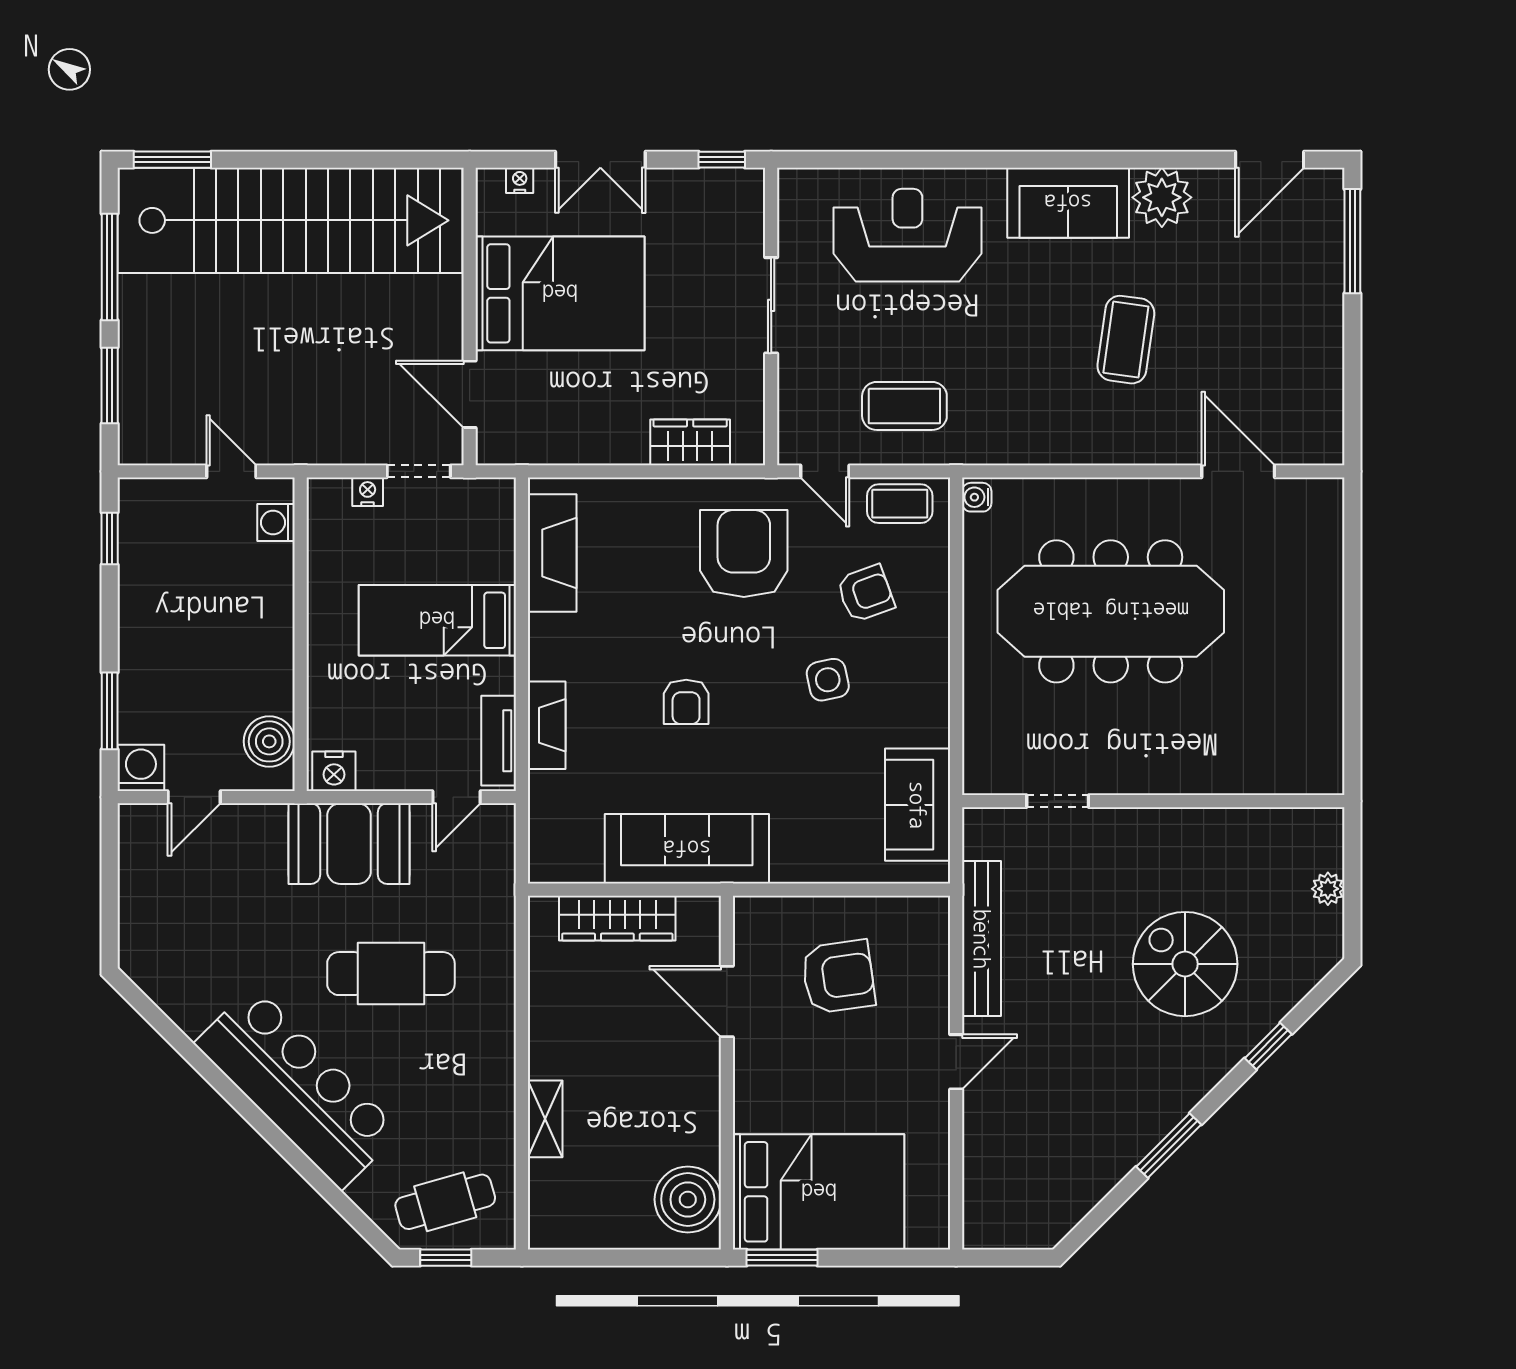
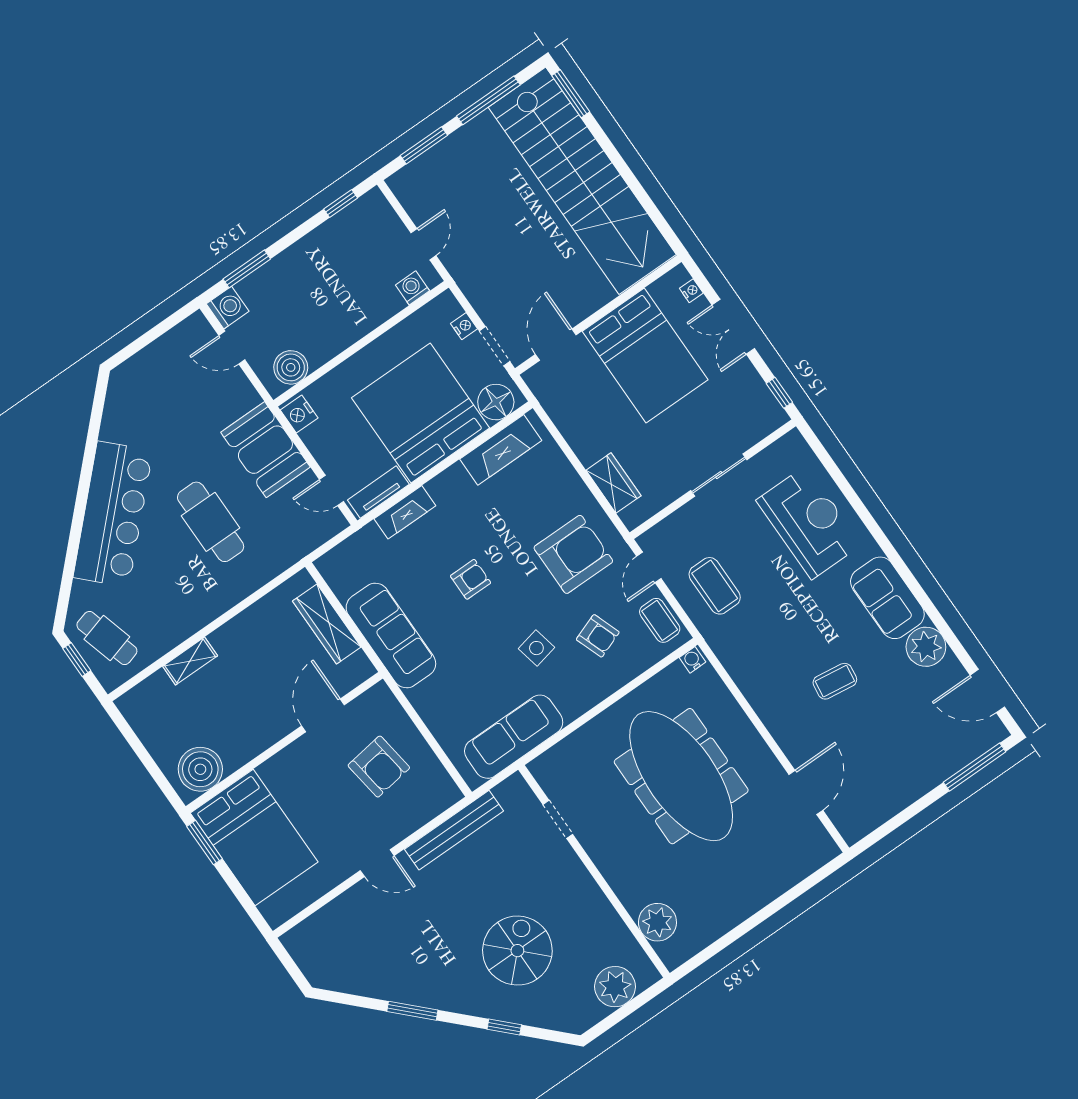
coffee table: (1126, 340) -> (835, 681), width x0.73, depth x0.77
floor lamp: (489, 518) -> (496, 402), added
bed: (437, 620) -> (421, 413), width x2.04
armchair: (686, 702) -> (471, 579), turned 180
plant: (1271, 767) -> (657, 922), added
sofa: (918, 805) -> (514, 737), width x1.36
plant: (1328, 889) -> (615, 987), width x1.87, depth x1.87

